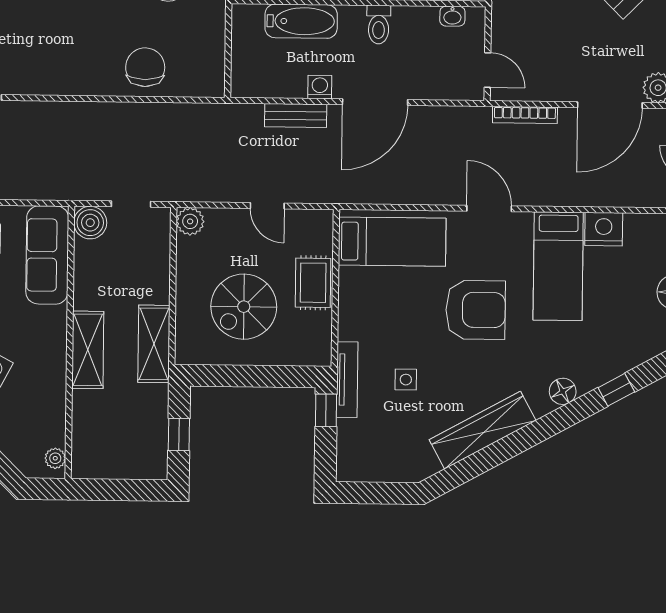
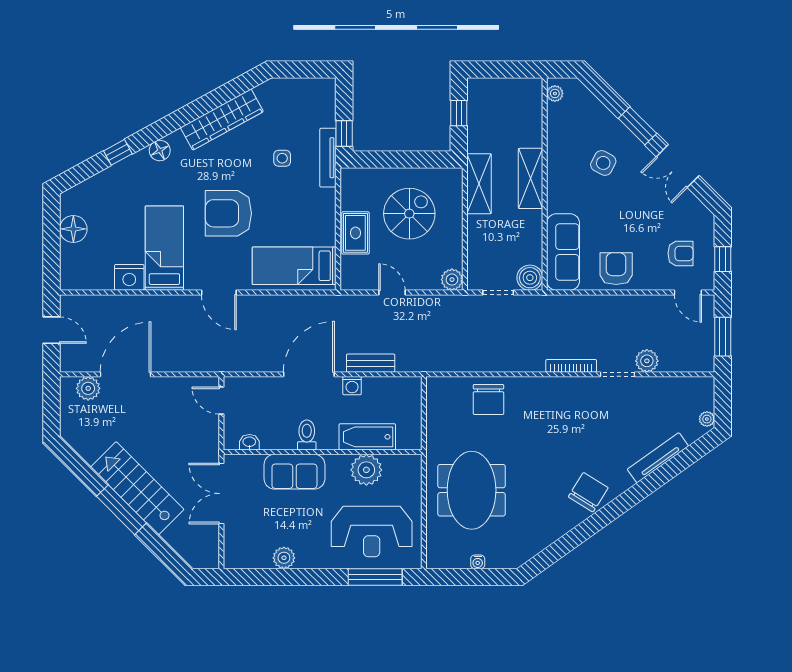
bookcase: (525, 115) -> (571, 366), moved

